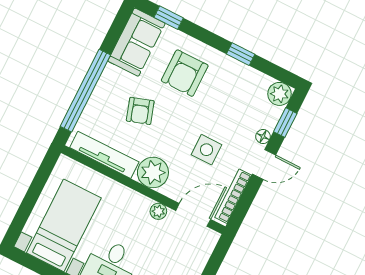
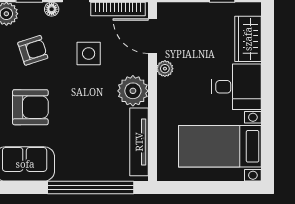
armchair: (140, 111) -> (33, 50), moved

